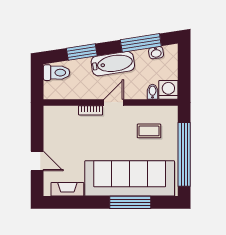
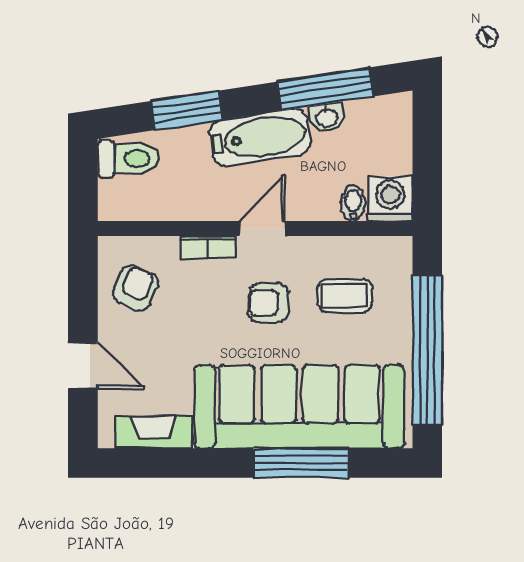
washbasin: (156, 53) -> (327, 117), moved
armchair: (60, 128) -> (136, 288), added
armchair: (116, 134) -> (269, 303), added

